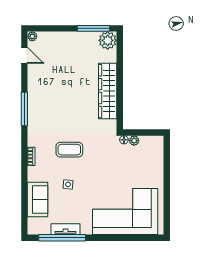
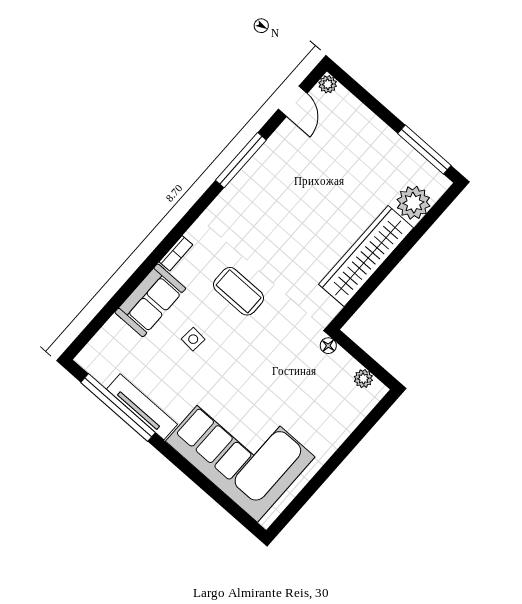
plant: (108, 40) -> (413, 203), moved
window: (24, 109) -> (241, 160), moved
plant: (134, 141) -> (363, 379), moved
sofa: (37, 199) -> (150, 300), moved
tv unit: (66, 229) -> (142, 407), width x1.41

